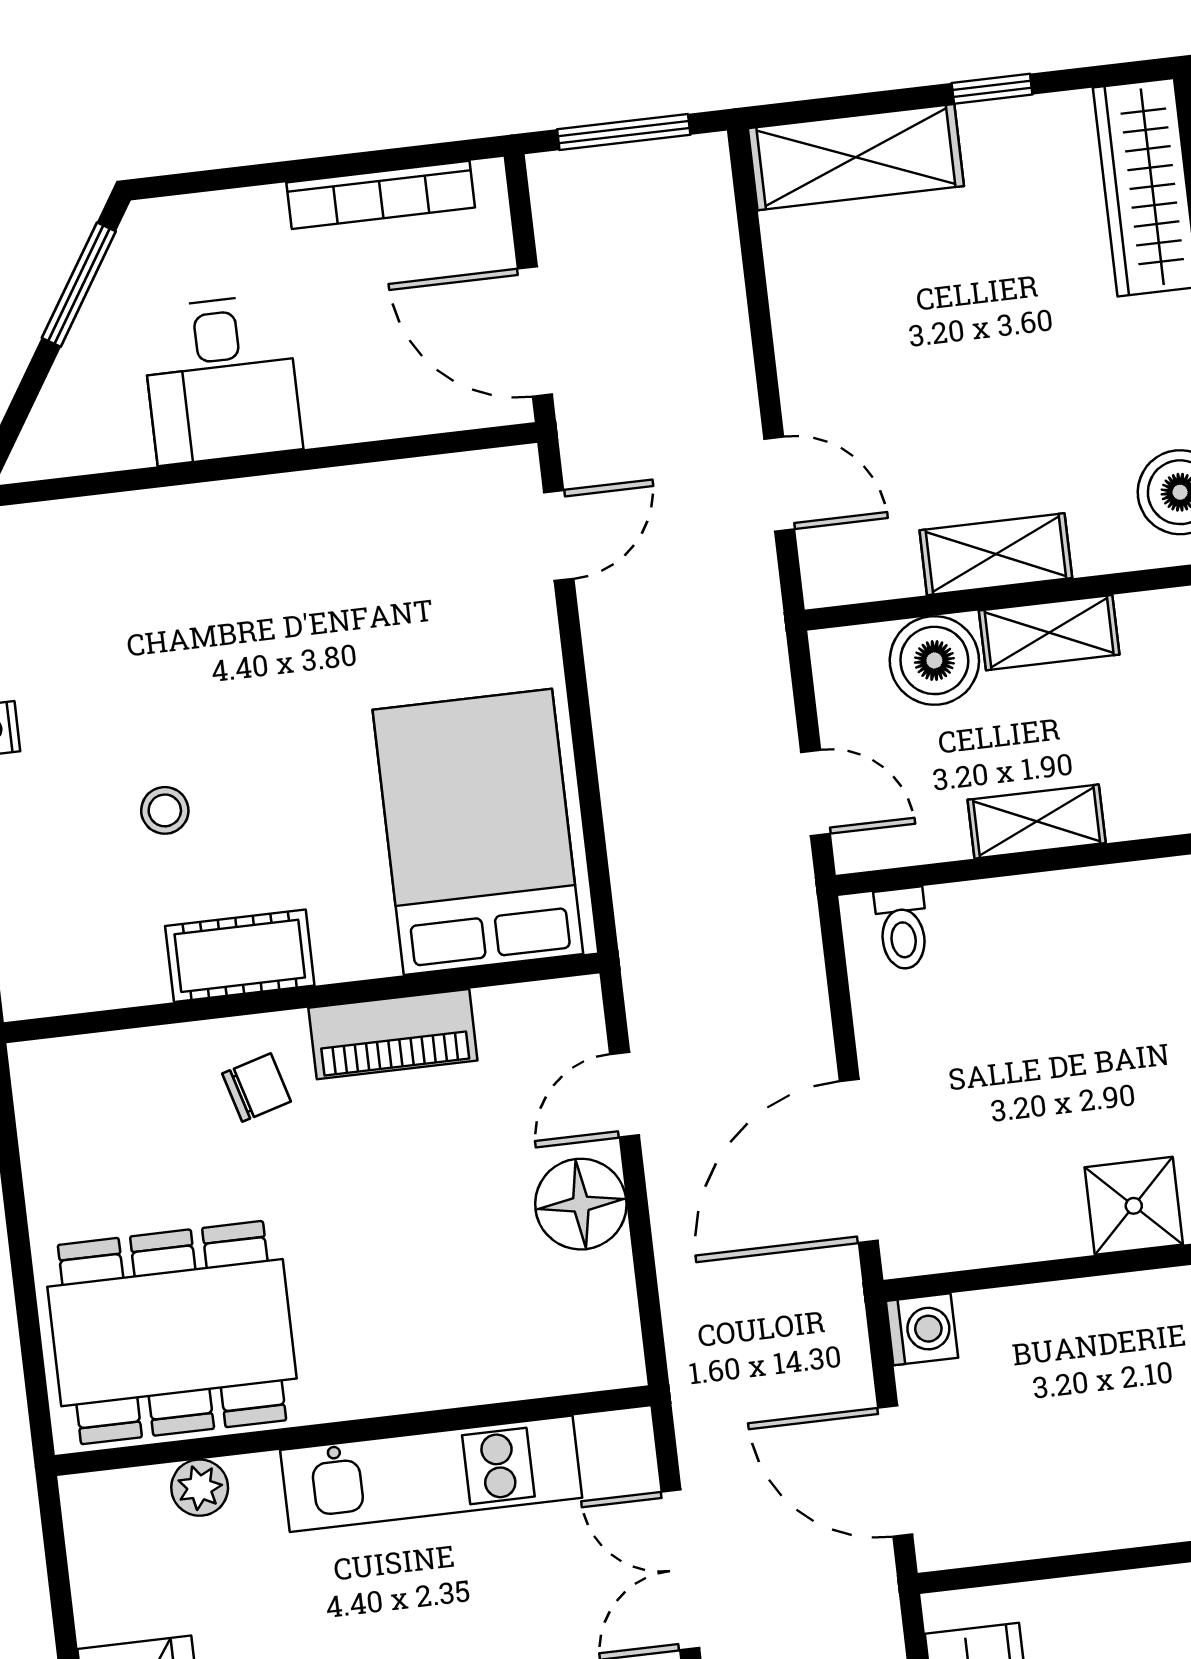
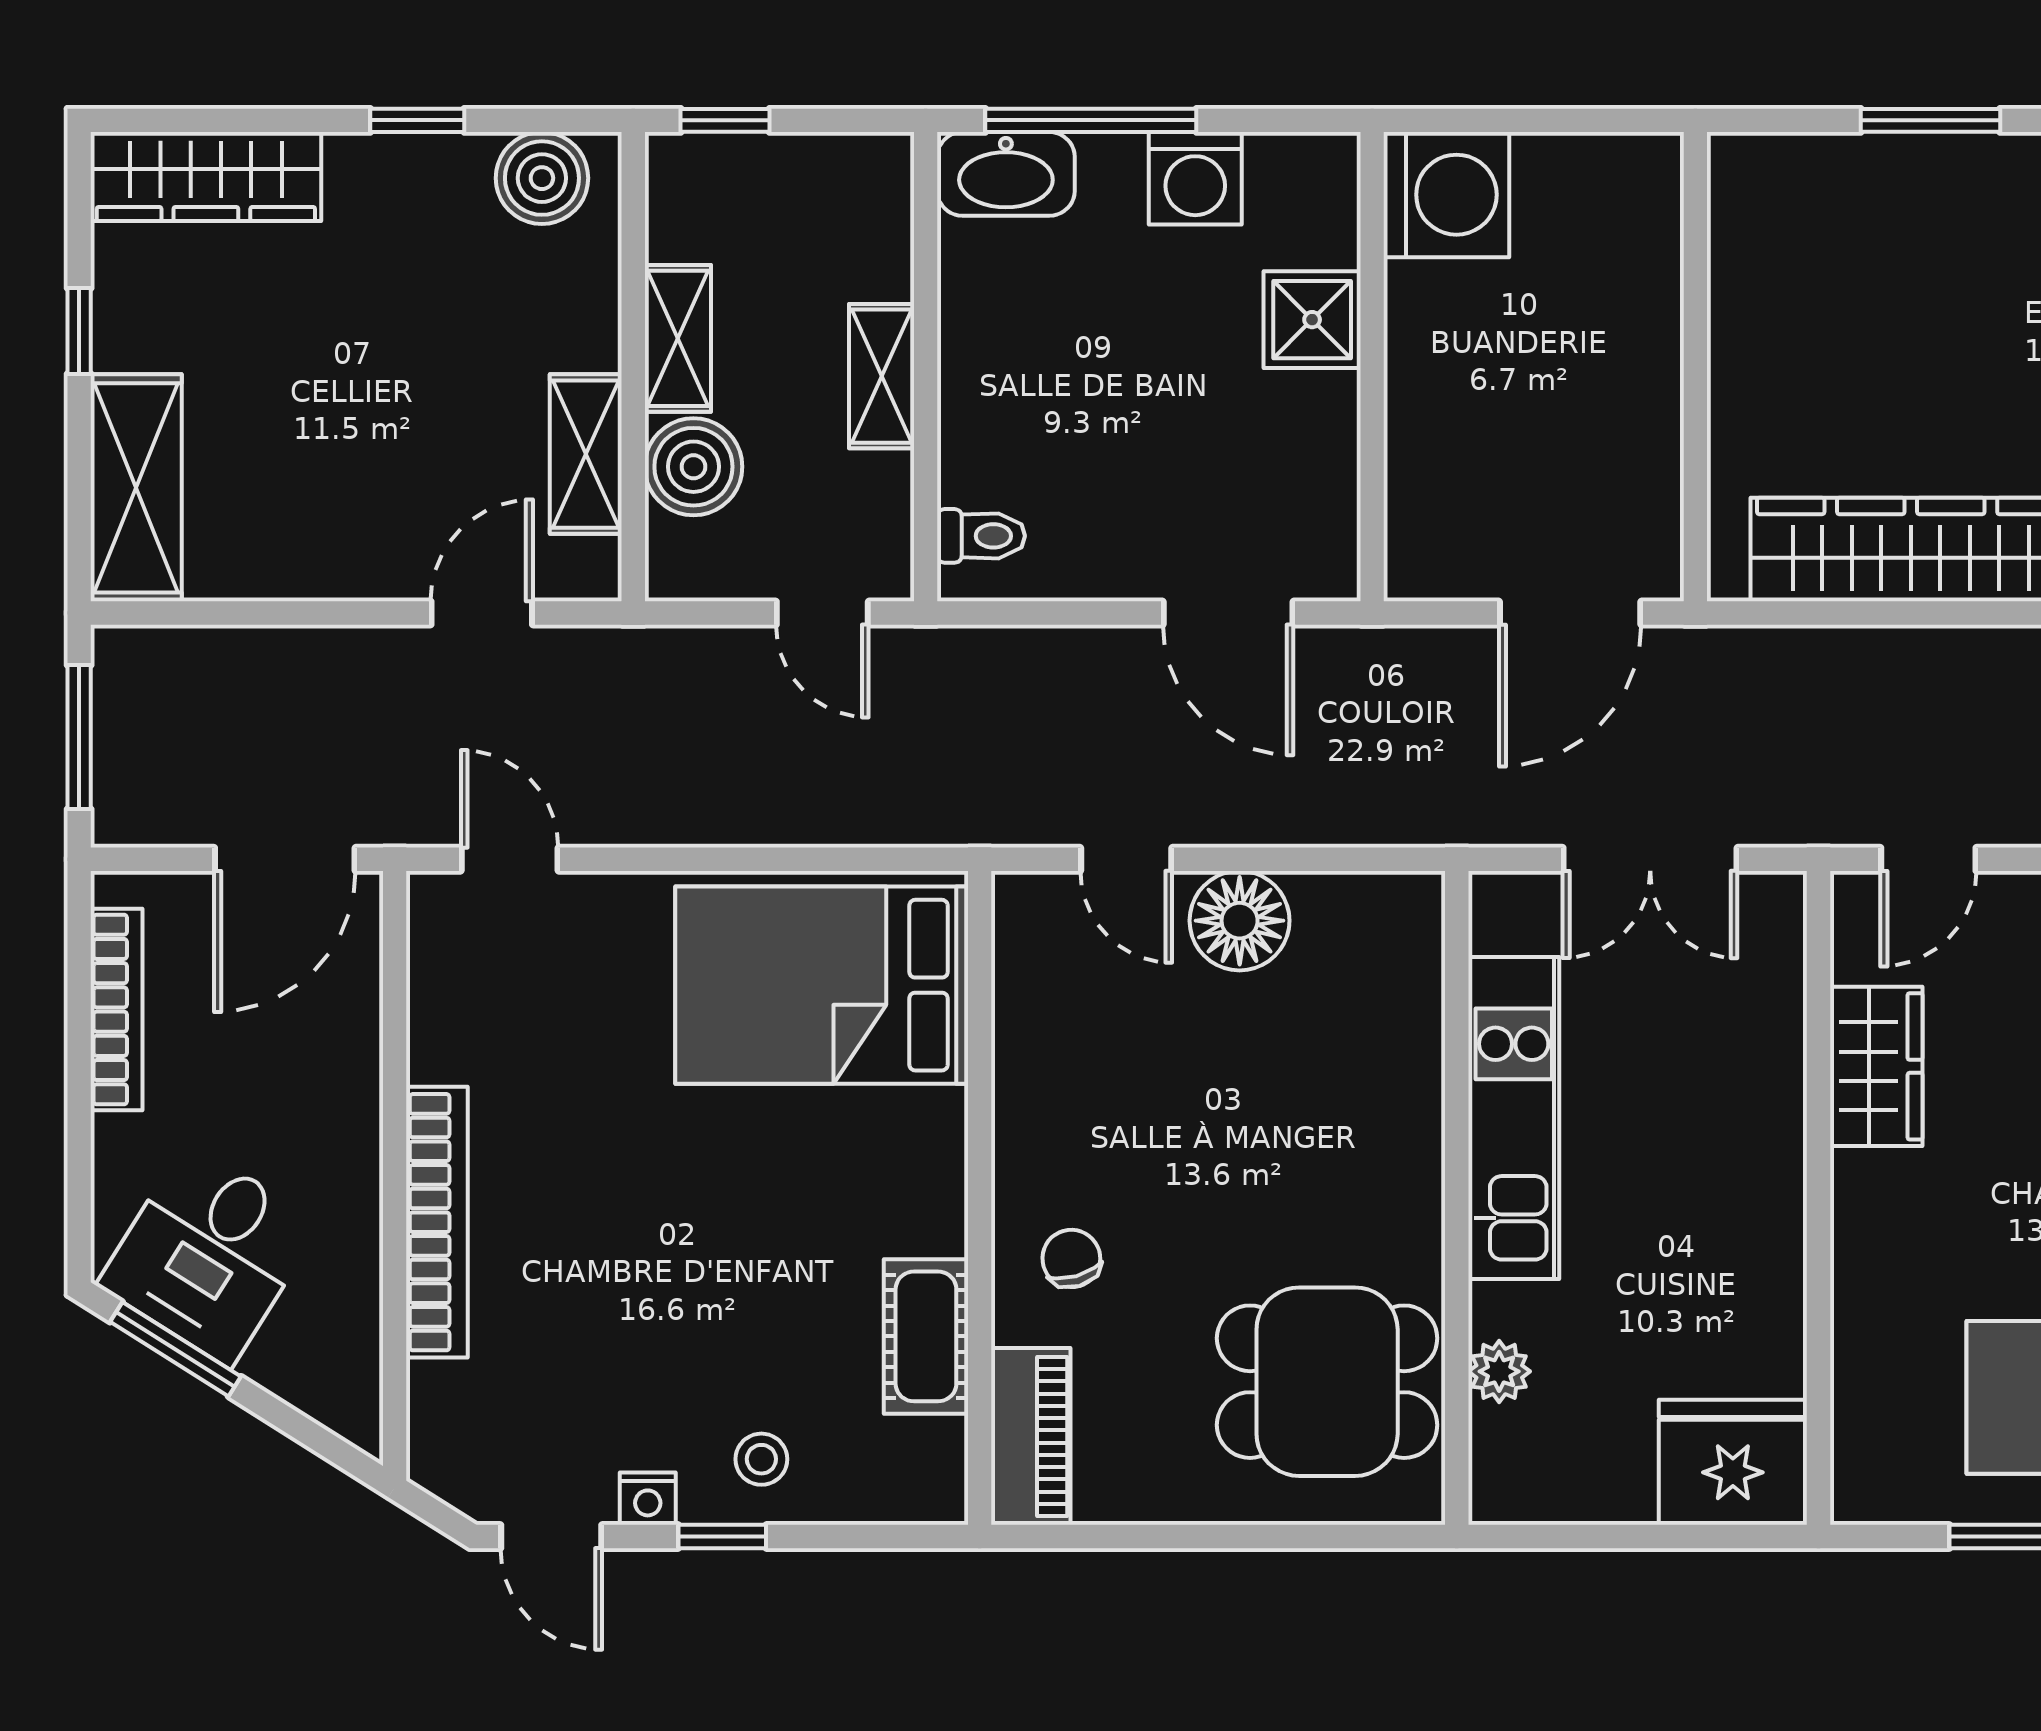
desk: (221, 379) -> (209, 1254), moved, turned 122
bookcase: (222, 508) -> (437, 1222), added
shelving: (996, 554) -> (586, 454), moved
door: (815, 793) -> (822, 613), swing flipped
stool: (165, 810) -> (761, 1459), moved
cot: (240, 956) -> (926, 1336), moved
piano: (393, 1034) -> (1031, 1436), moved
door: (859, 1161) -> (1228, 613), width x0.73
washing machine: (922, 1329) -> (1419, 566), removed
dining table: (172, 1333) -> (1327, 1382), width x0.73

